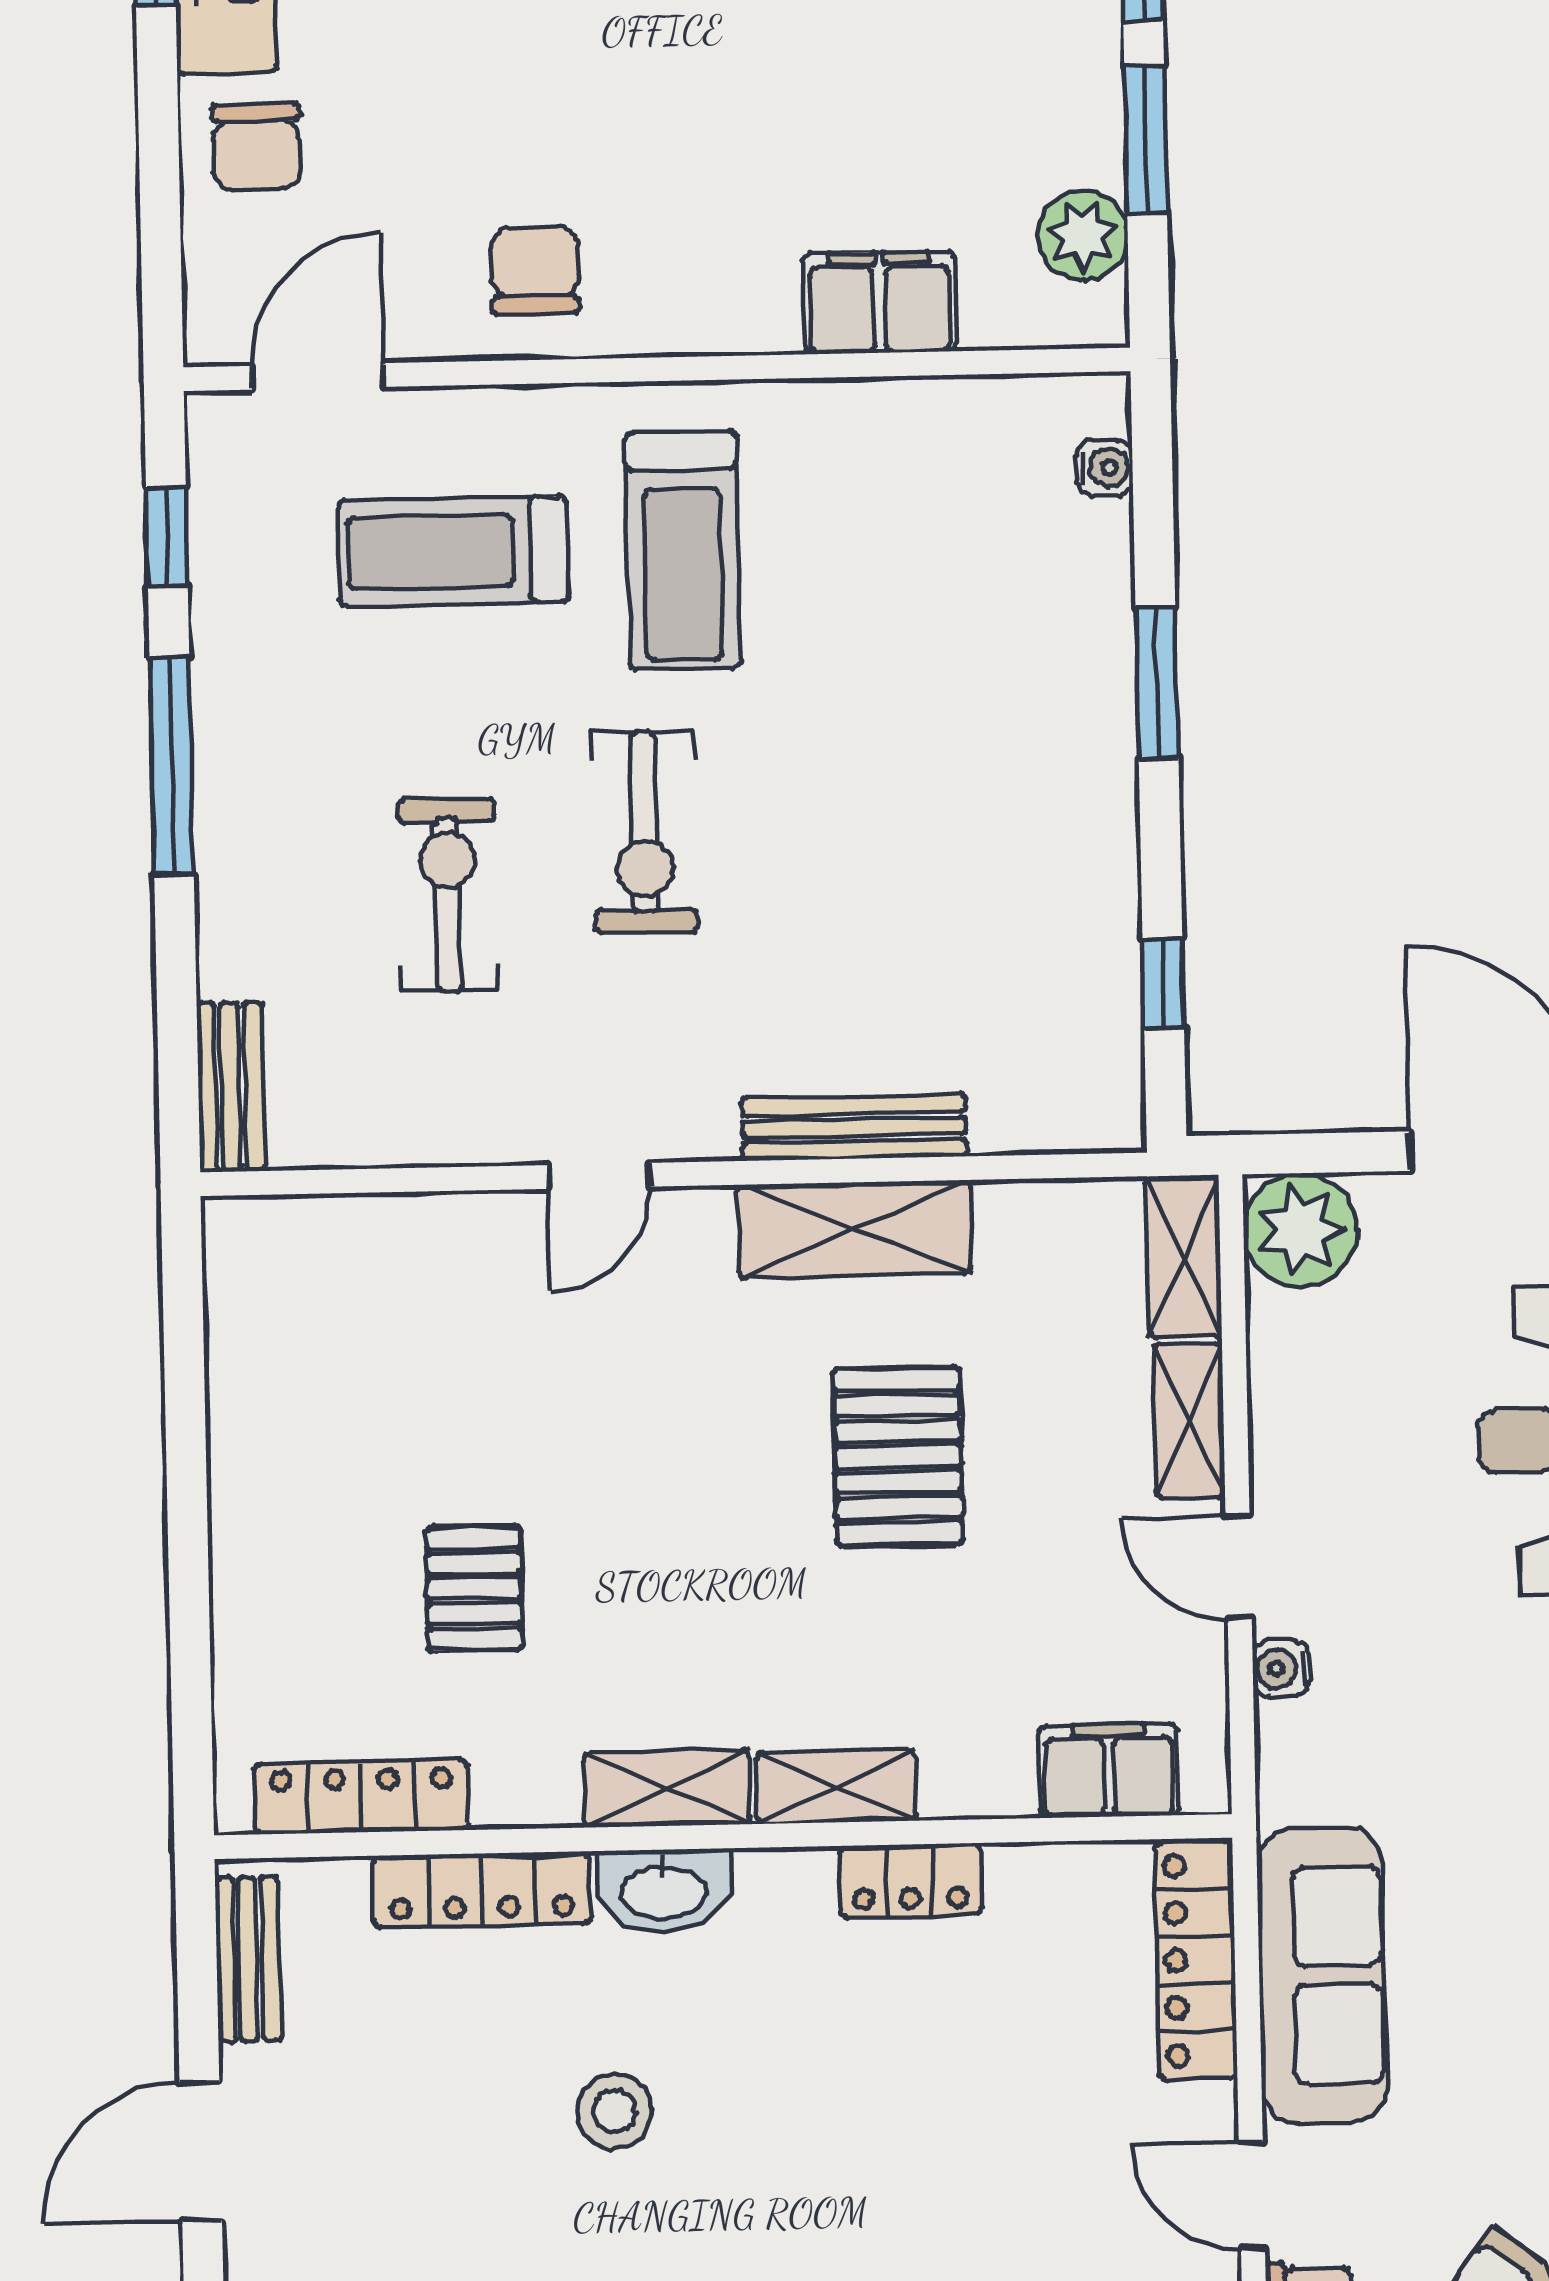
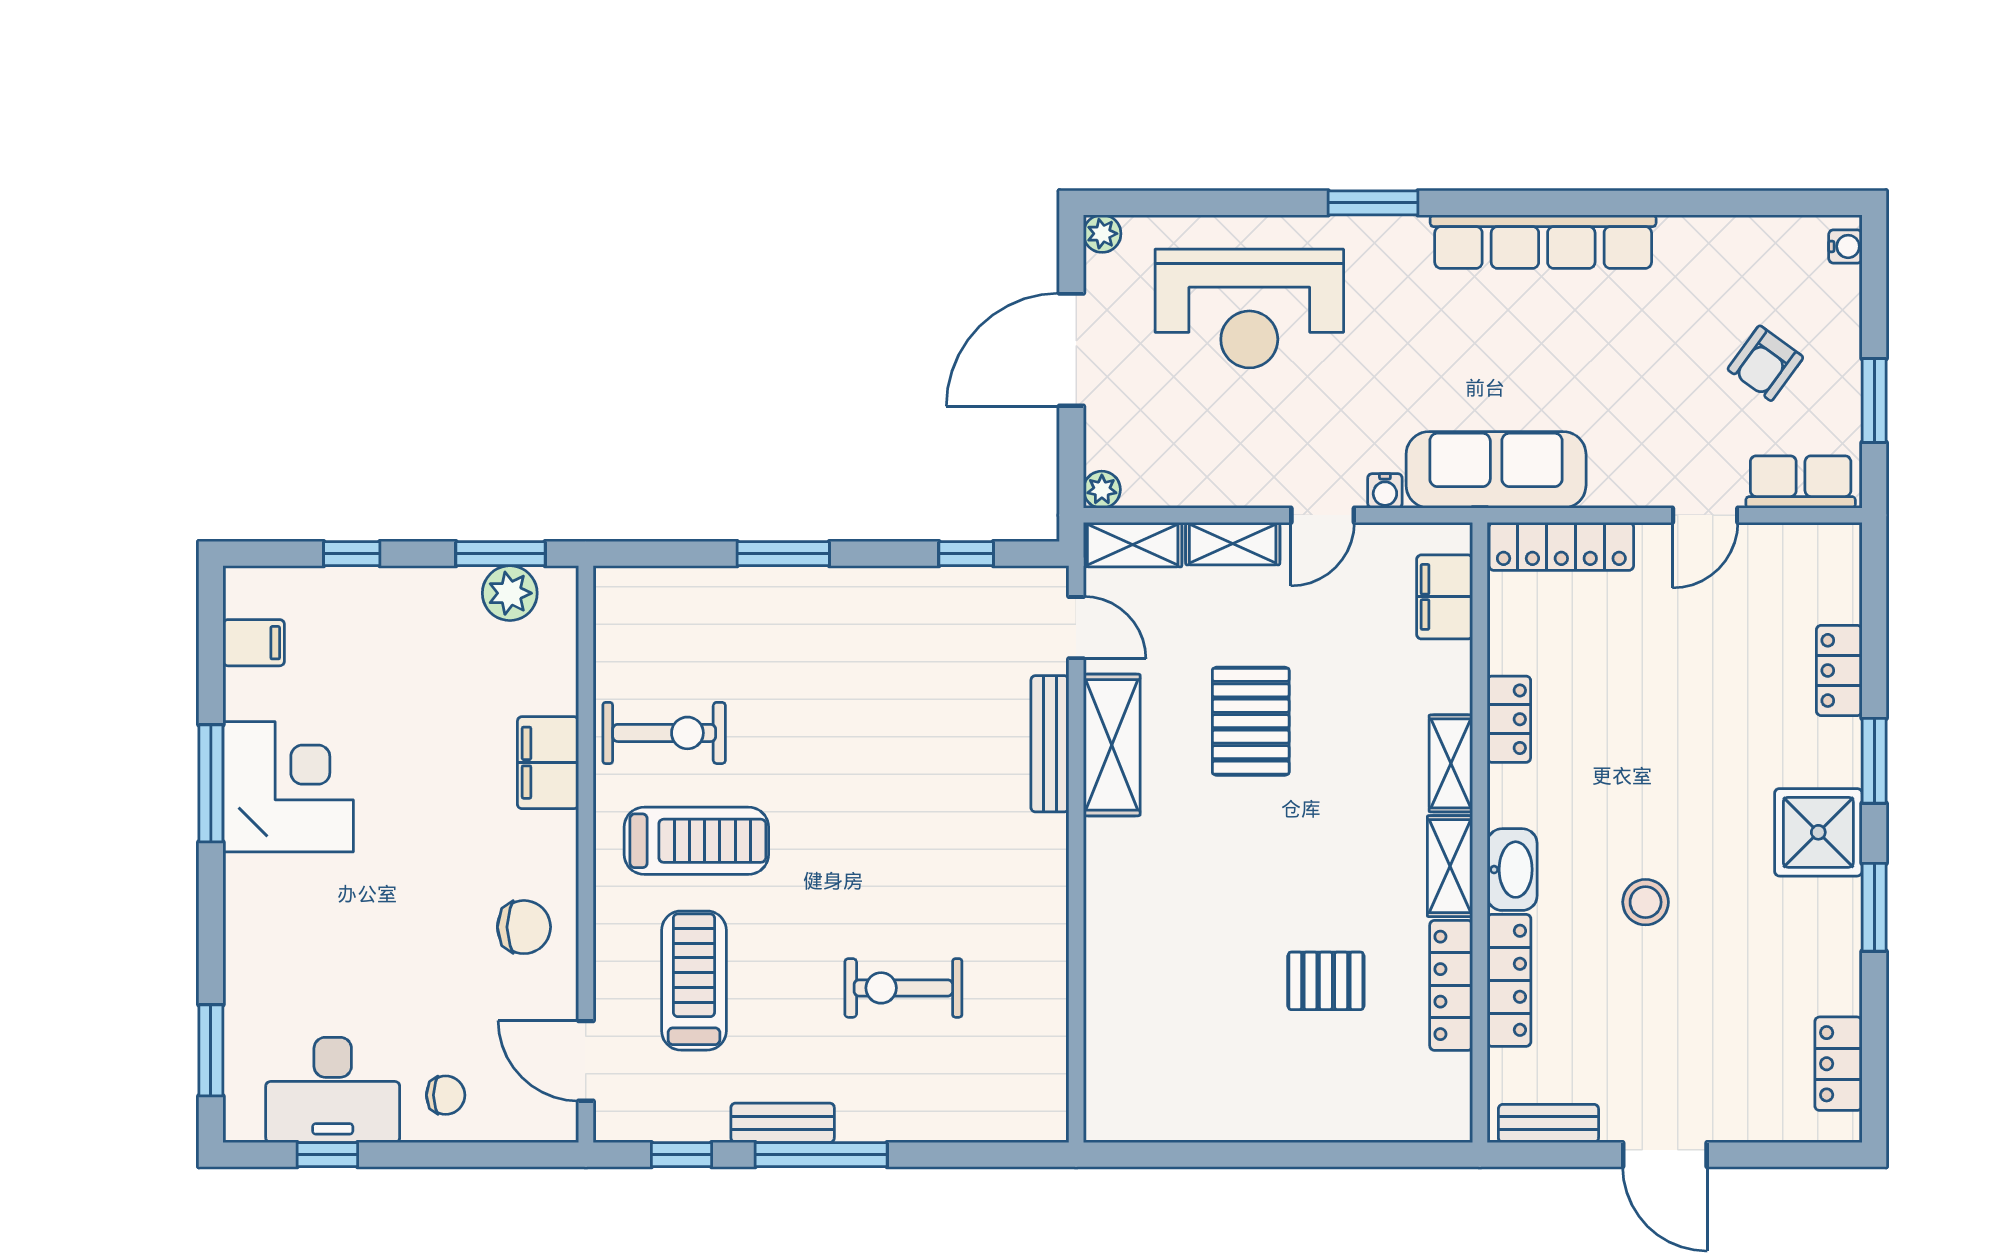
window: (1146, 139) -> (501, 554), moved
chair: (256, 147) -> (446, 1095), width x0.73, depth x0.73
chair: (535, 270) -> (524, 927), turned 180
filing cabinet: (880, 302) -> (548, 763), moved
water cooler: (1105, 468) -> (651, 583), removed
treadmill: (453, 551) -> (694, 981), turned 180
exercise bike: (644, 832) -> (664, 733), moved
bench: (231, 1087) -> (783, 1123), moved
door: (599, 1176) -> (1076, 628), moved
plant: (1300, 1230) -> (1102, 490), width x0.53, depth x0.53
pallet: (898, 1456) -> (1251, 721), turned 90
locker: (361, 1797) -> (1451, 985), moved
sofa: (1322, 1975) -> (1496, 470), moved

